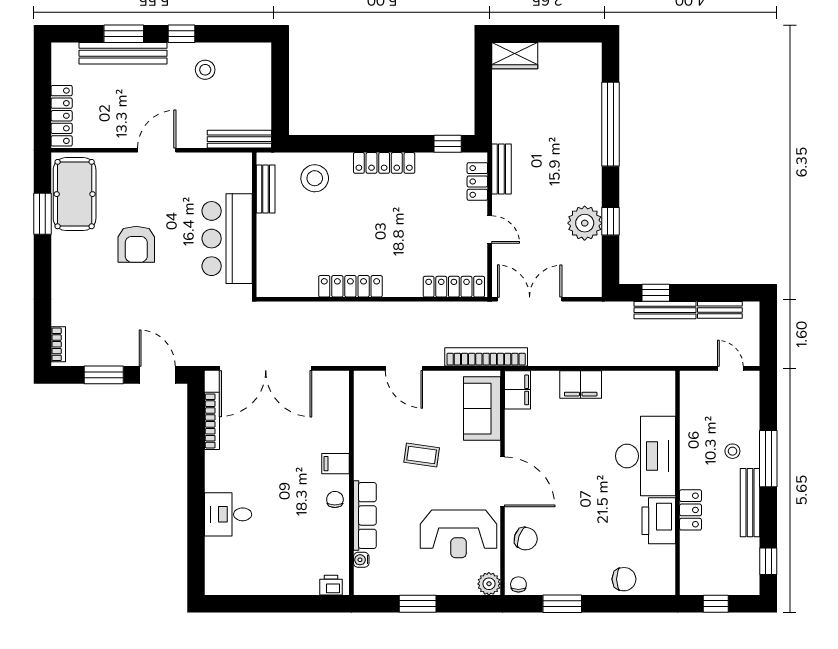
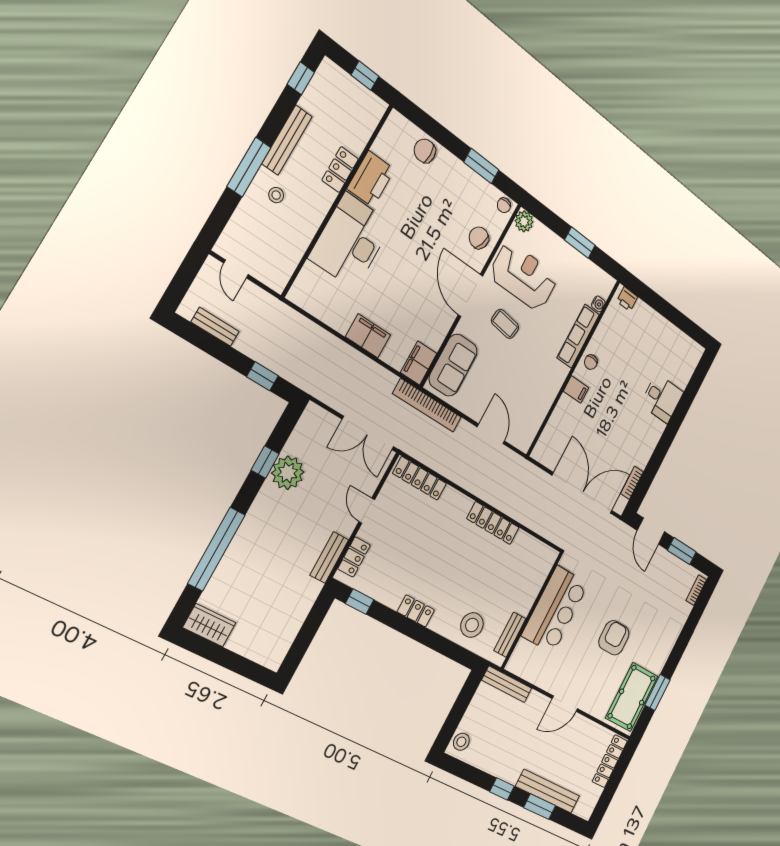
wardrobe: (515, 56) -> (209, 625), moved
stool: (205, 70) -> (461, 742), moved
locker: (384, 163) -> (416, 611), width x0.66
bench: (665, 310) -> (263, 356), removed
bookcase: (212, 421) -> (632, 483), width x0.64
coffee table: (422, 455) -> (505, 324), moved

